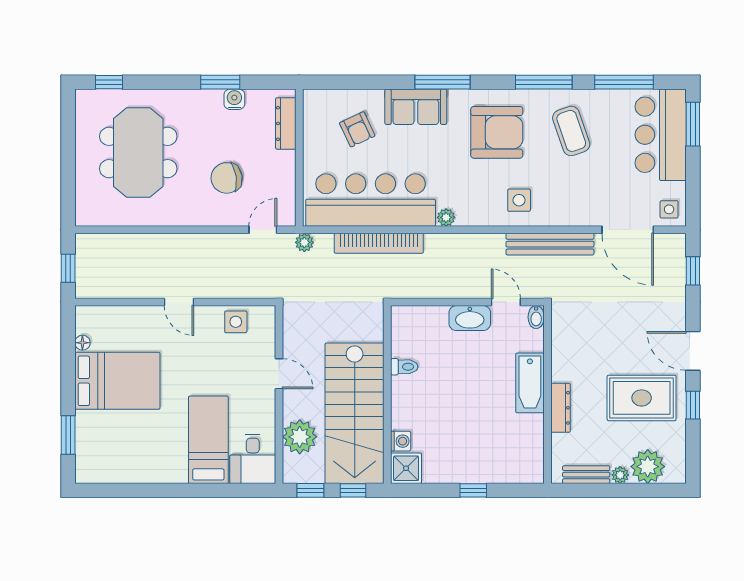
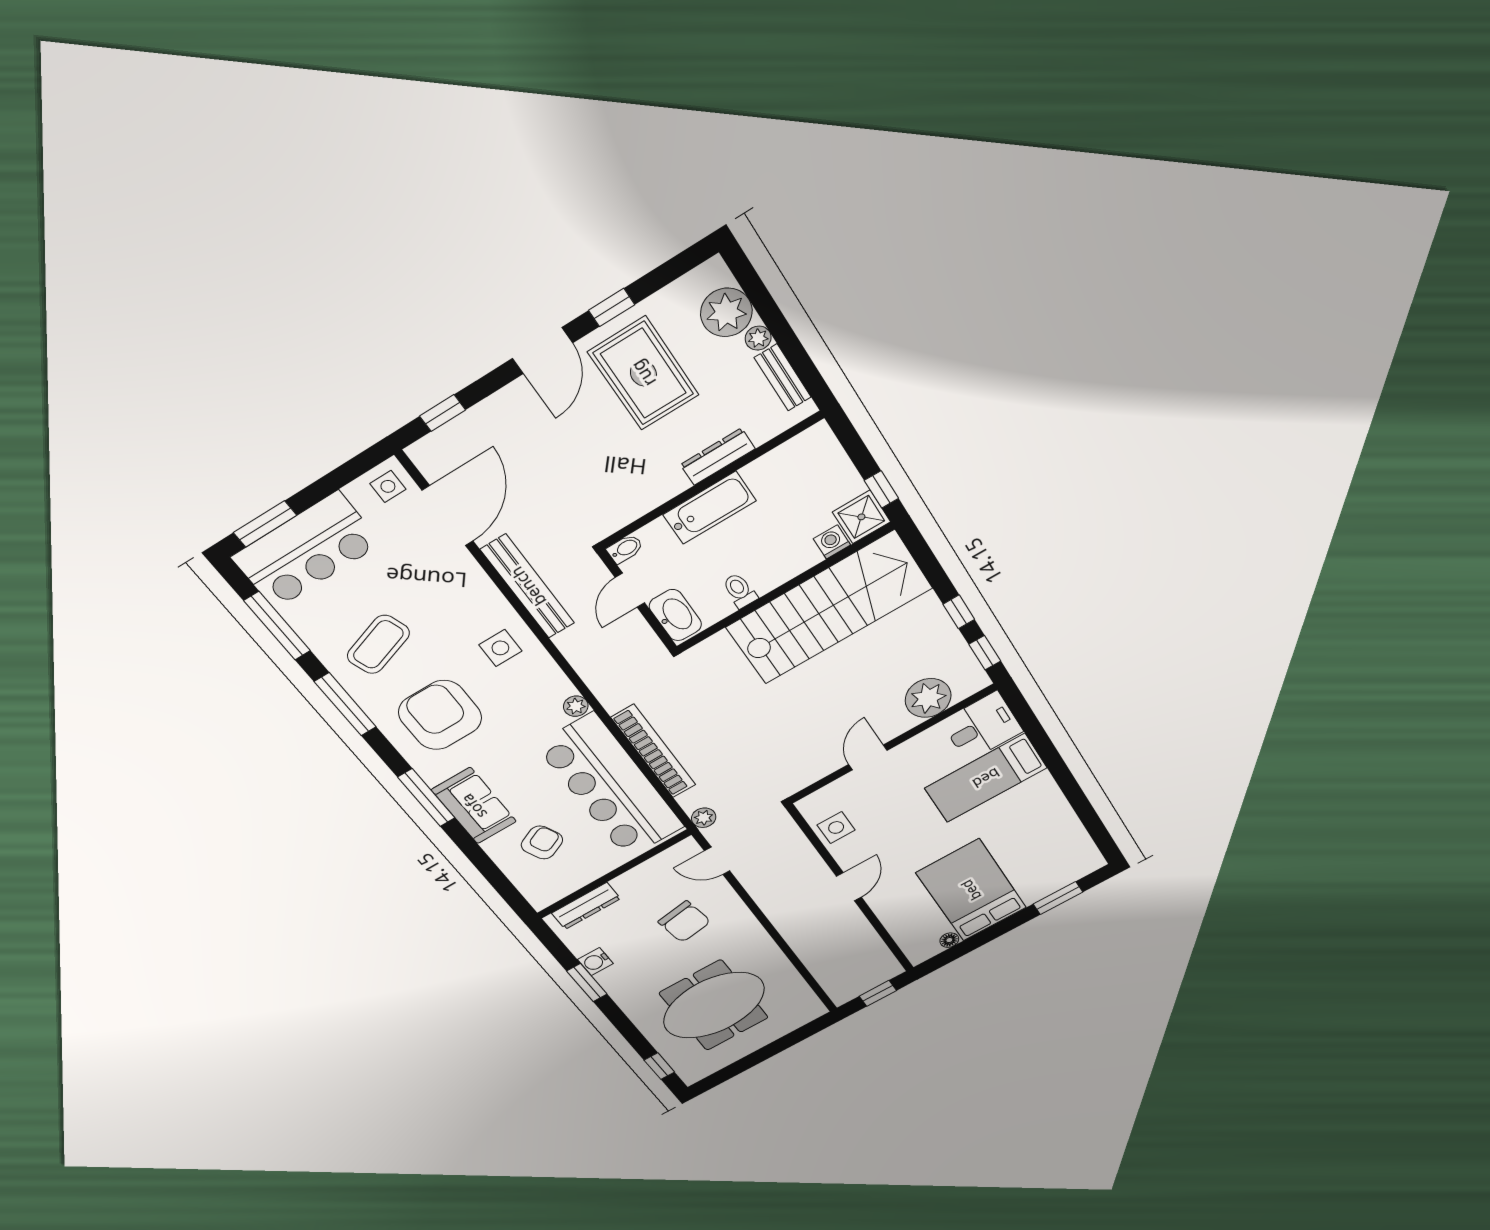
toilet: (404, 367) -> (740, 591), moved
wall: (387, 395) -> (785, 588), moved
stairs: (355, 413) -> (829, 608), moved
washing machine: (401, 441) -> (832, 542), moved
shower: (406, 468) -> (861, 517), moved

